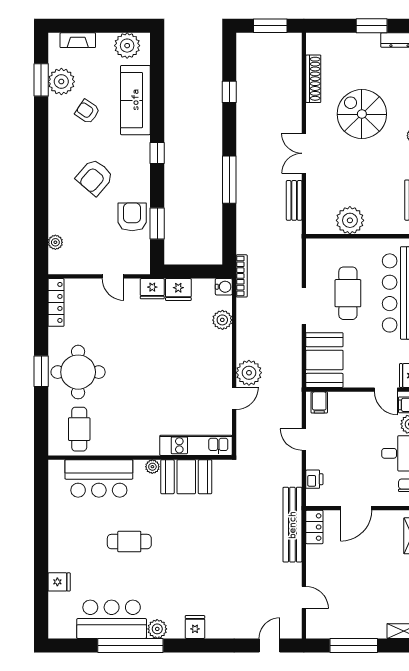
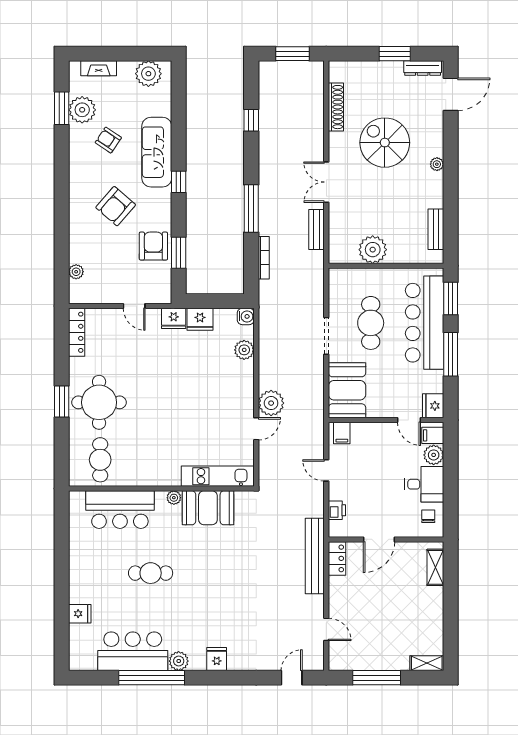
sofa: (135, 100) -> (157, 152), moved
bookcase: (242, 276) -> (264, 258), moved

